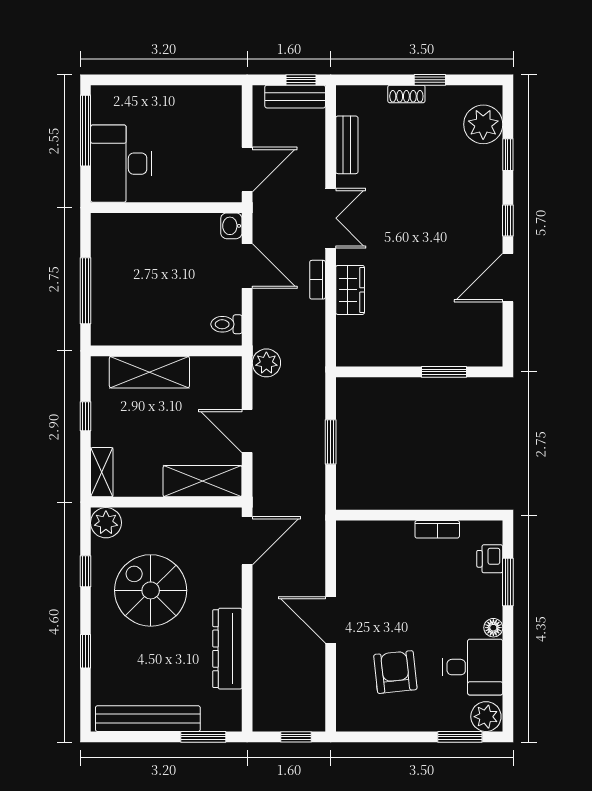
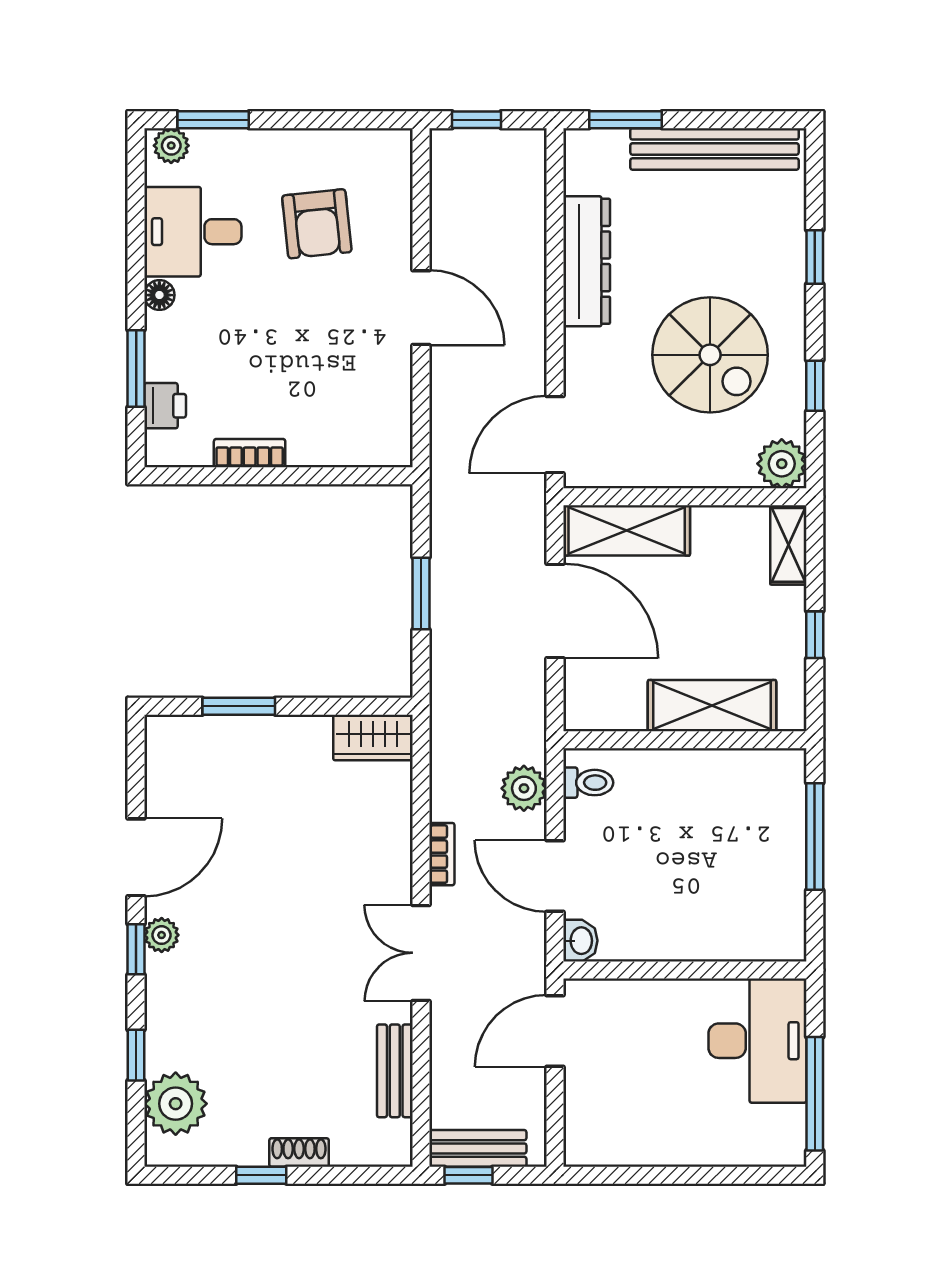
plant: (492, 229) -> (162, 935), added
wardrobe: (350, 290) -> (373, 737), moved, turned -90
plant: (266, 363) -> (524, 788), moved
door: (247, 431) -> (555, 611), width x1.36
plant: (486, 717) -> (171, 146), width x0.73, depth x0.73

